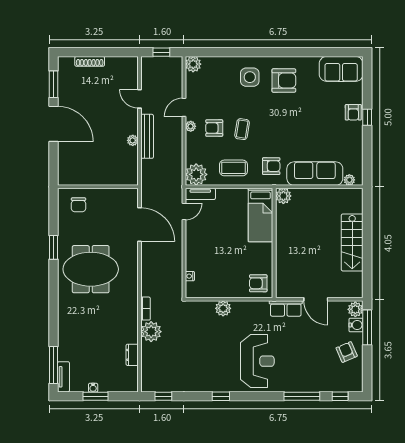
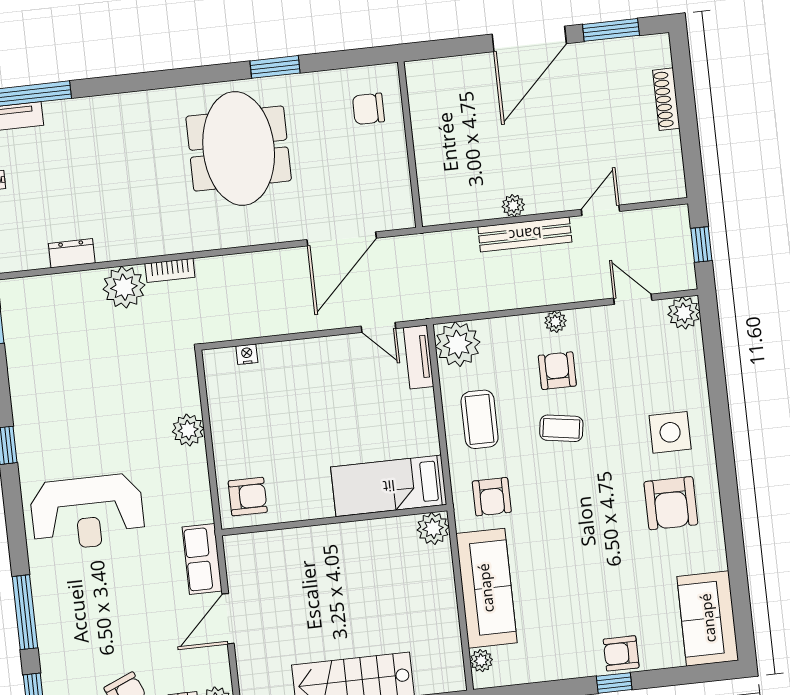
door: (184, 107) -> (633, 299), moved
armchair: (258, 283) -> (248, 497), turned 90

